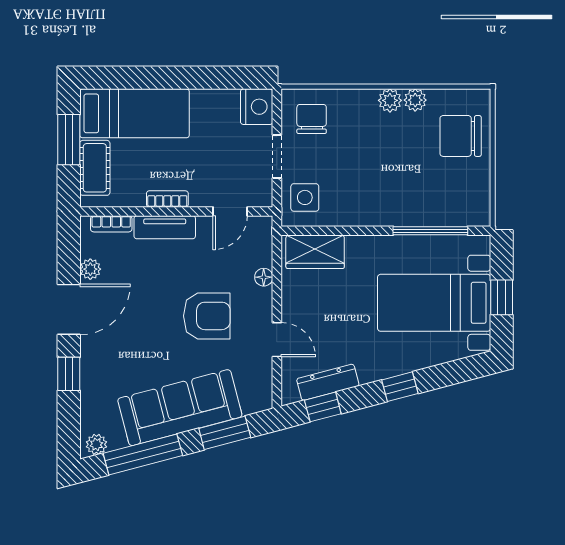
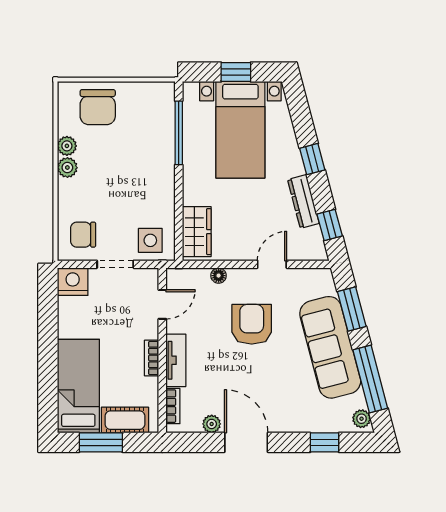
door: (230, 211) -> (162, 304), hinge flipped
window: (69, 374) -> (325, 442), moved
dresser: (328, 382) -> (303, 201), moved

